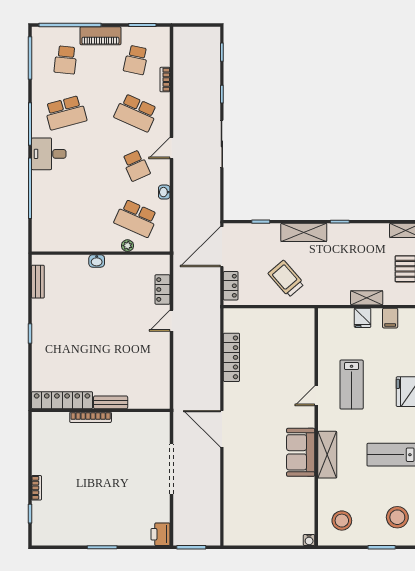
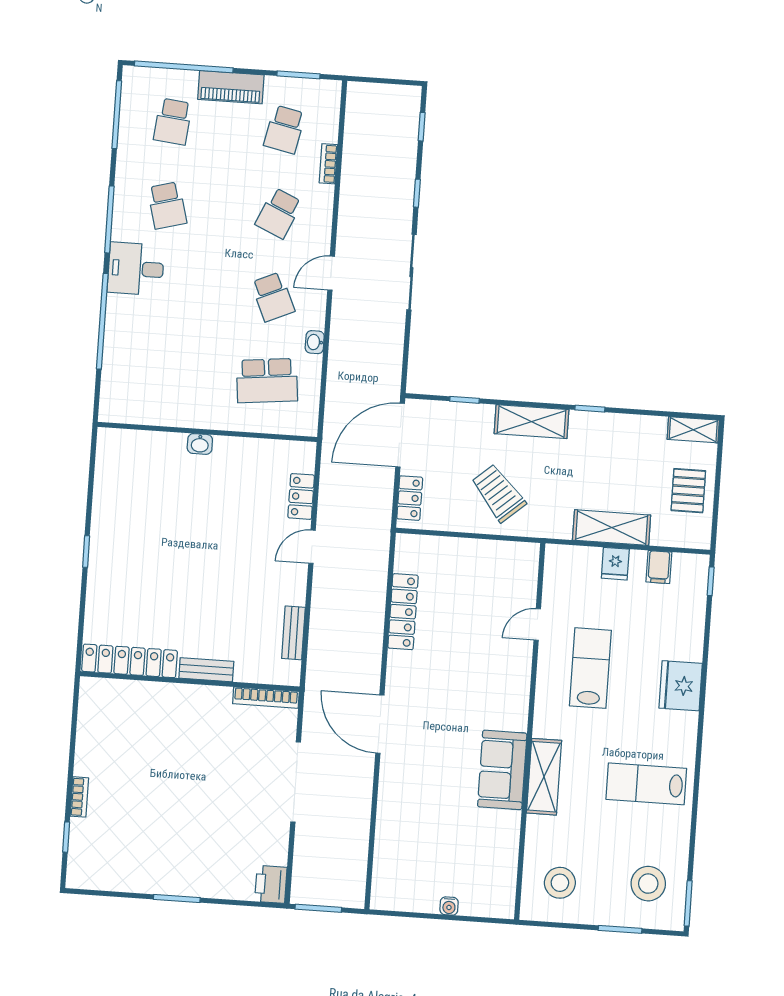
school desk: (66, 113) -> (167, 205), width x0.54
school desk: (136, 113) -> (279, 213), width x0.54
school desk: (136, 218) -> (267, 381), turned -30
plant: (127, 246) -> (250, 423), removed
bench: (38, 282) -> (293, 633), moved
shelving: (367, 298) -> (612, 528), width x1.50, depth x1.33
lab bench: (352, 385) -> (590, 668), turned 180
door: (316, 396) -> (537, 624), moved
bookcase: (91, 417) -> (266, 698), moved
water cooler: (309, 540) -> (449, 906), moved

